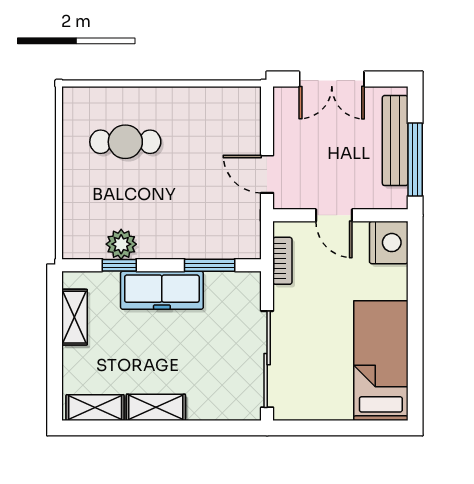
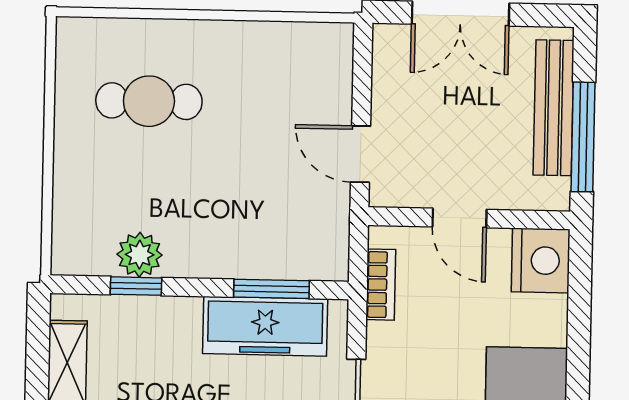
freezer: (162, 290) -> (265, 326), moved

